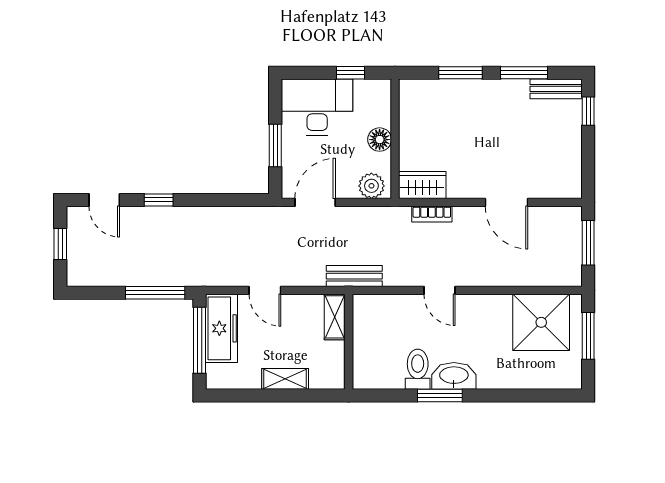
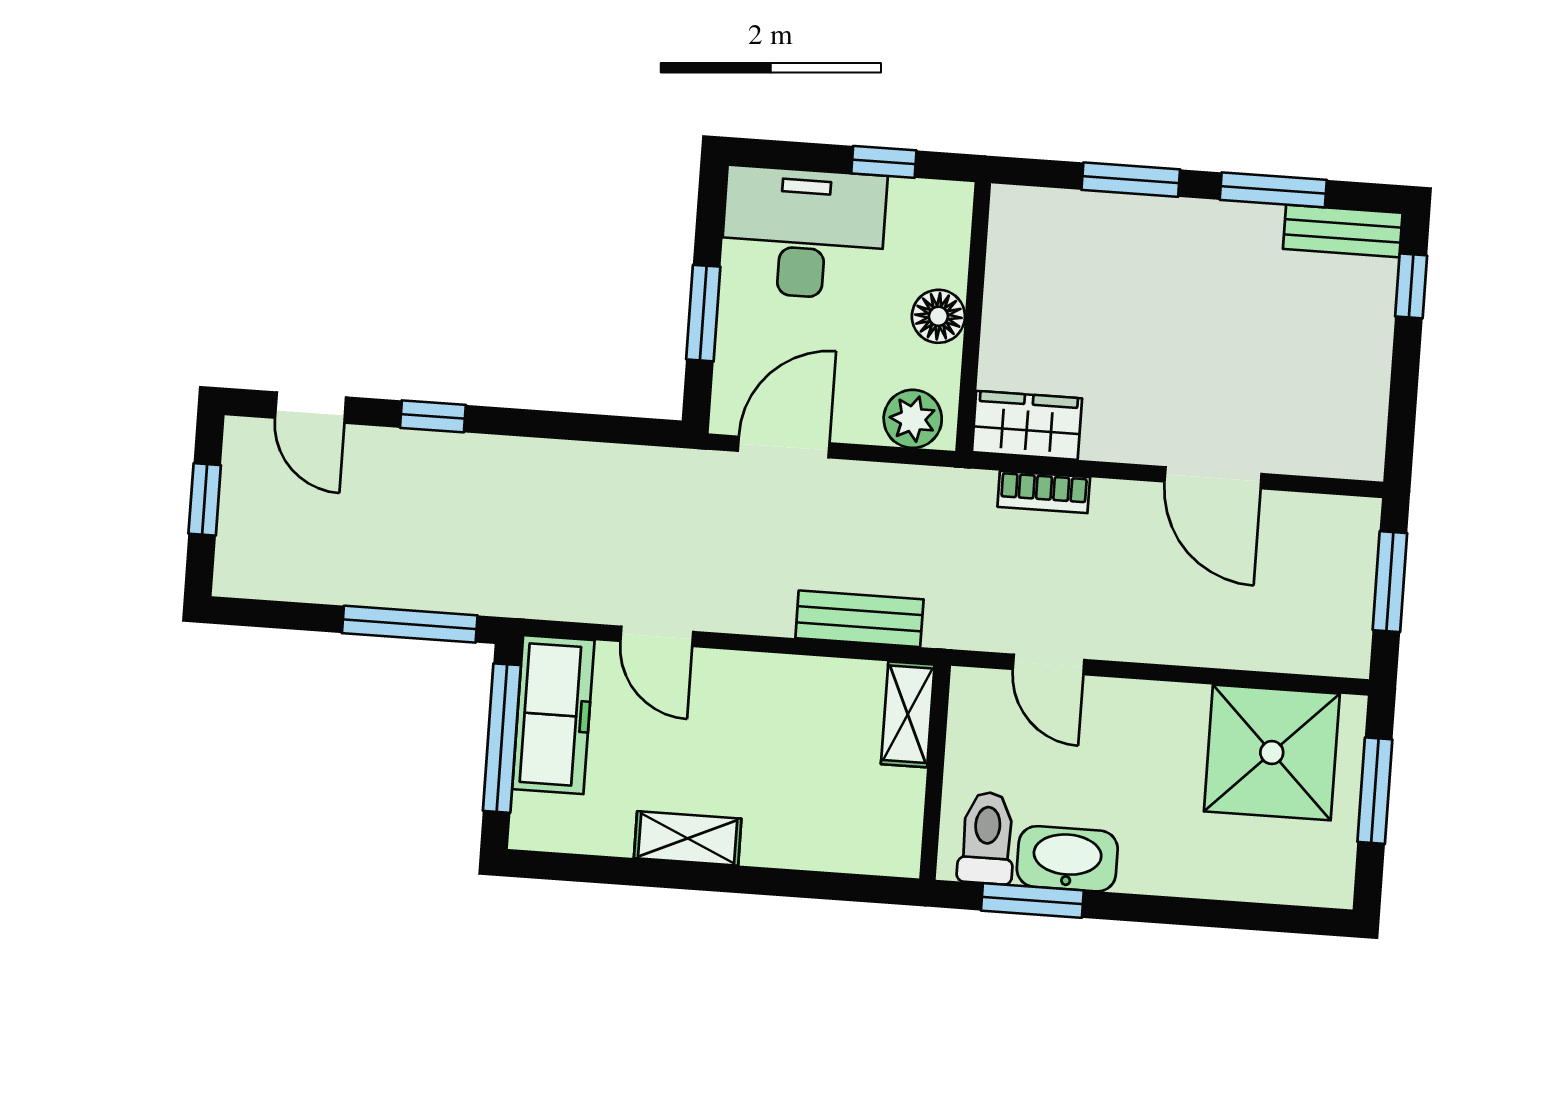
shelving: (335, 317) -> (908, 714), moved
wall: (349, 342) -> (935, 772), moved

